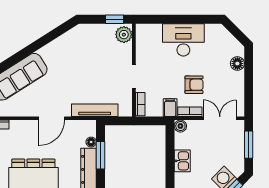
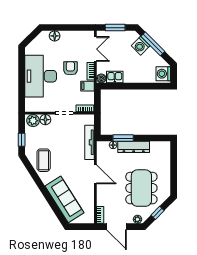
window: (114, 19) -> (22, 140), moved
desk: (183, 40) -> (41, 76), width x1.36, depth x1.30
coffee table: (71, 49) -> (44, 160), added
floor lamp: (125, 51) -> (45, 120), added
double door: (220, 118) -> (95, 49), swing flipped
kitchen sink: (182, 161) -> (115, 77), moved

